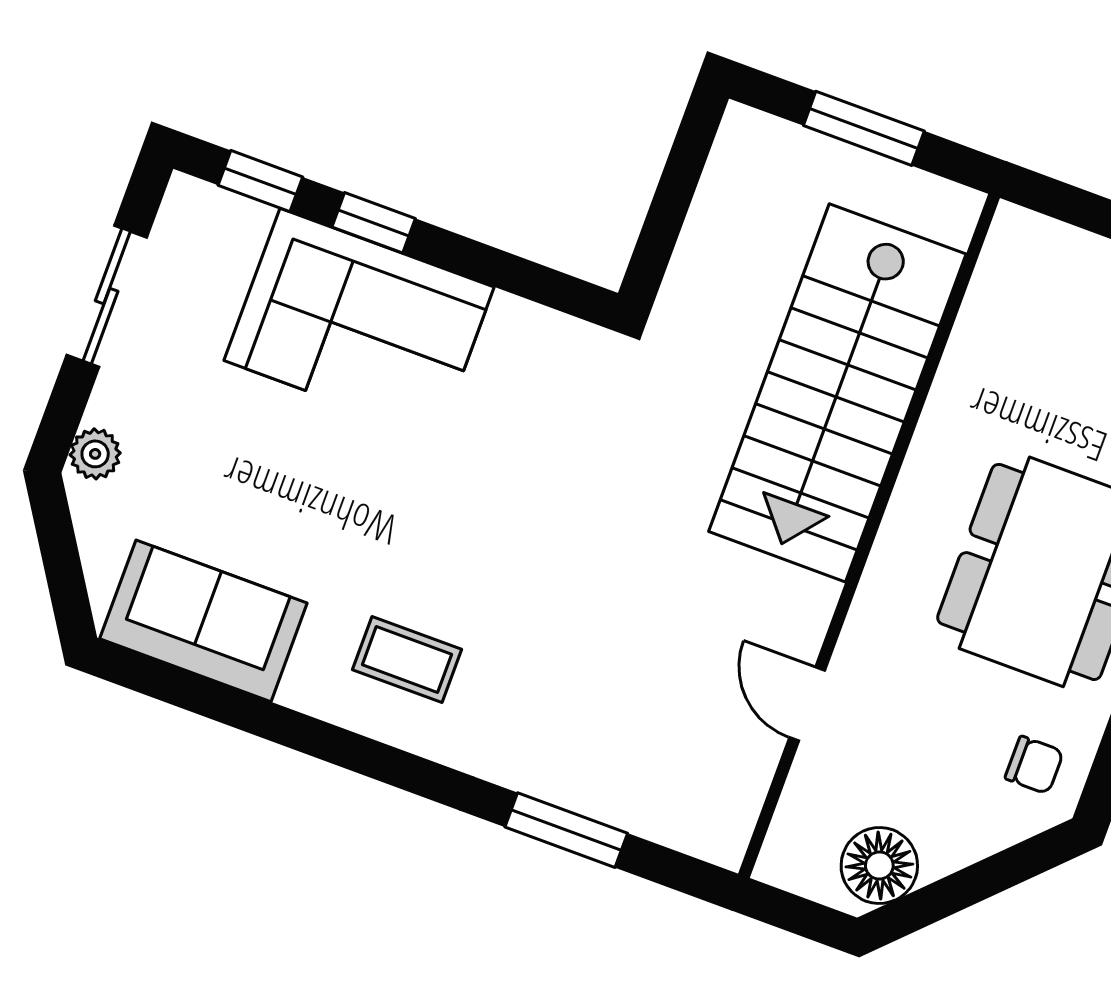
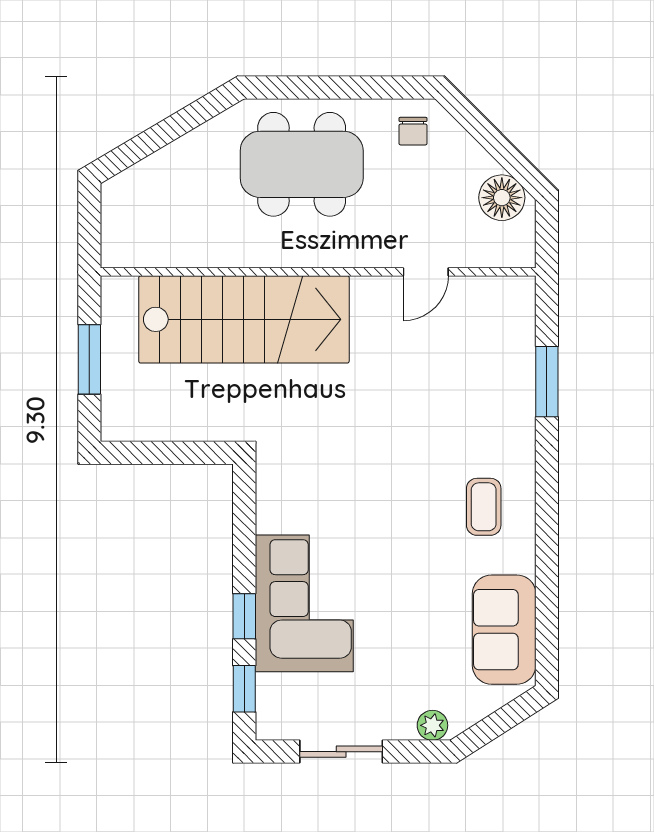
chair: (1034, 765) -> (413, 131), turned 180

